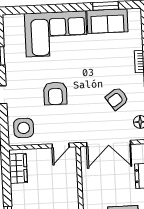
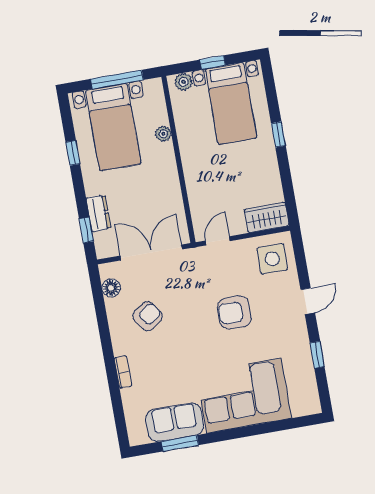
armchair: (55, 93) -> (234, 313), turned -90
wardrobe: (18, 168) -> (267, 217), moved, turned 90

